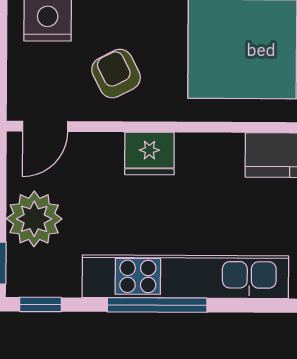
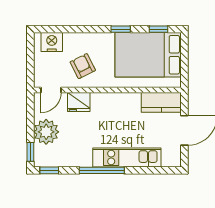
fridge: (149, 153) -> (79, 102), moved
kitchen unit: (185, 277) -> (127, 158), width x0.73

